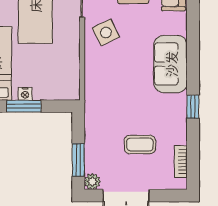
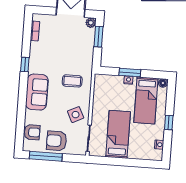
coffee table: (140, 145) -> (72, 81), moved

